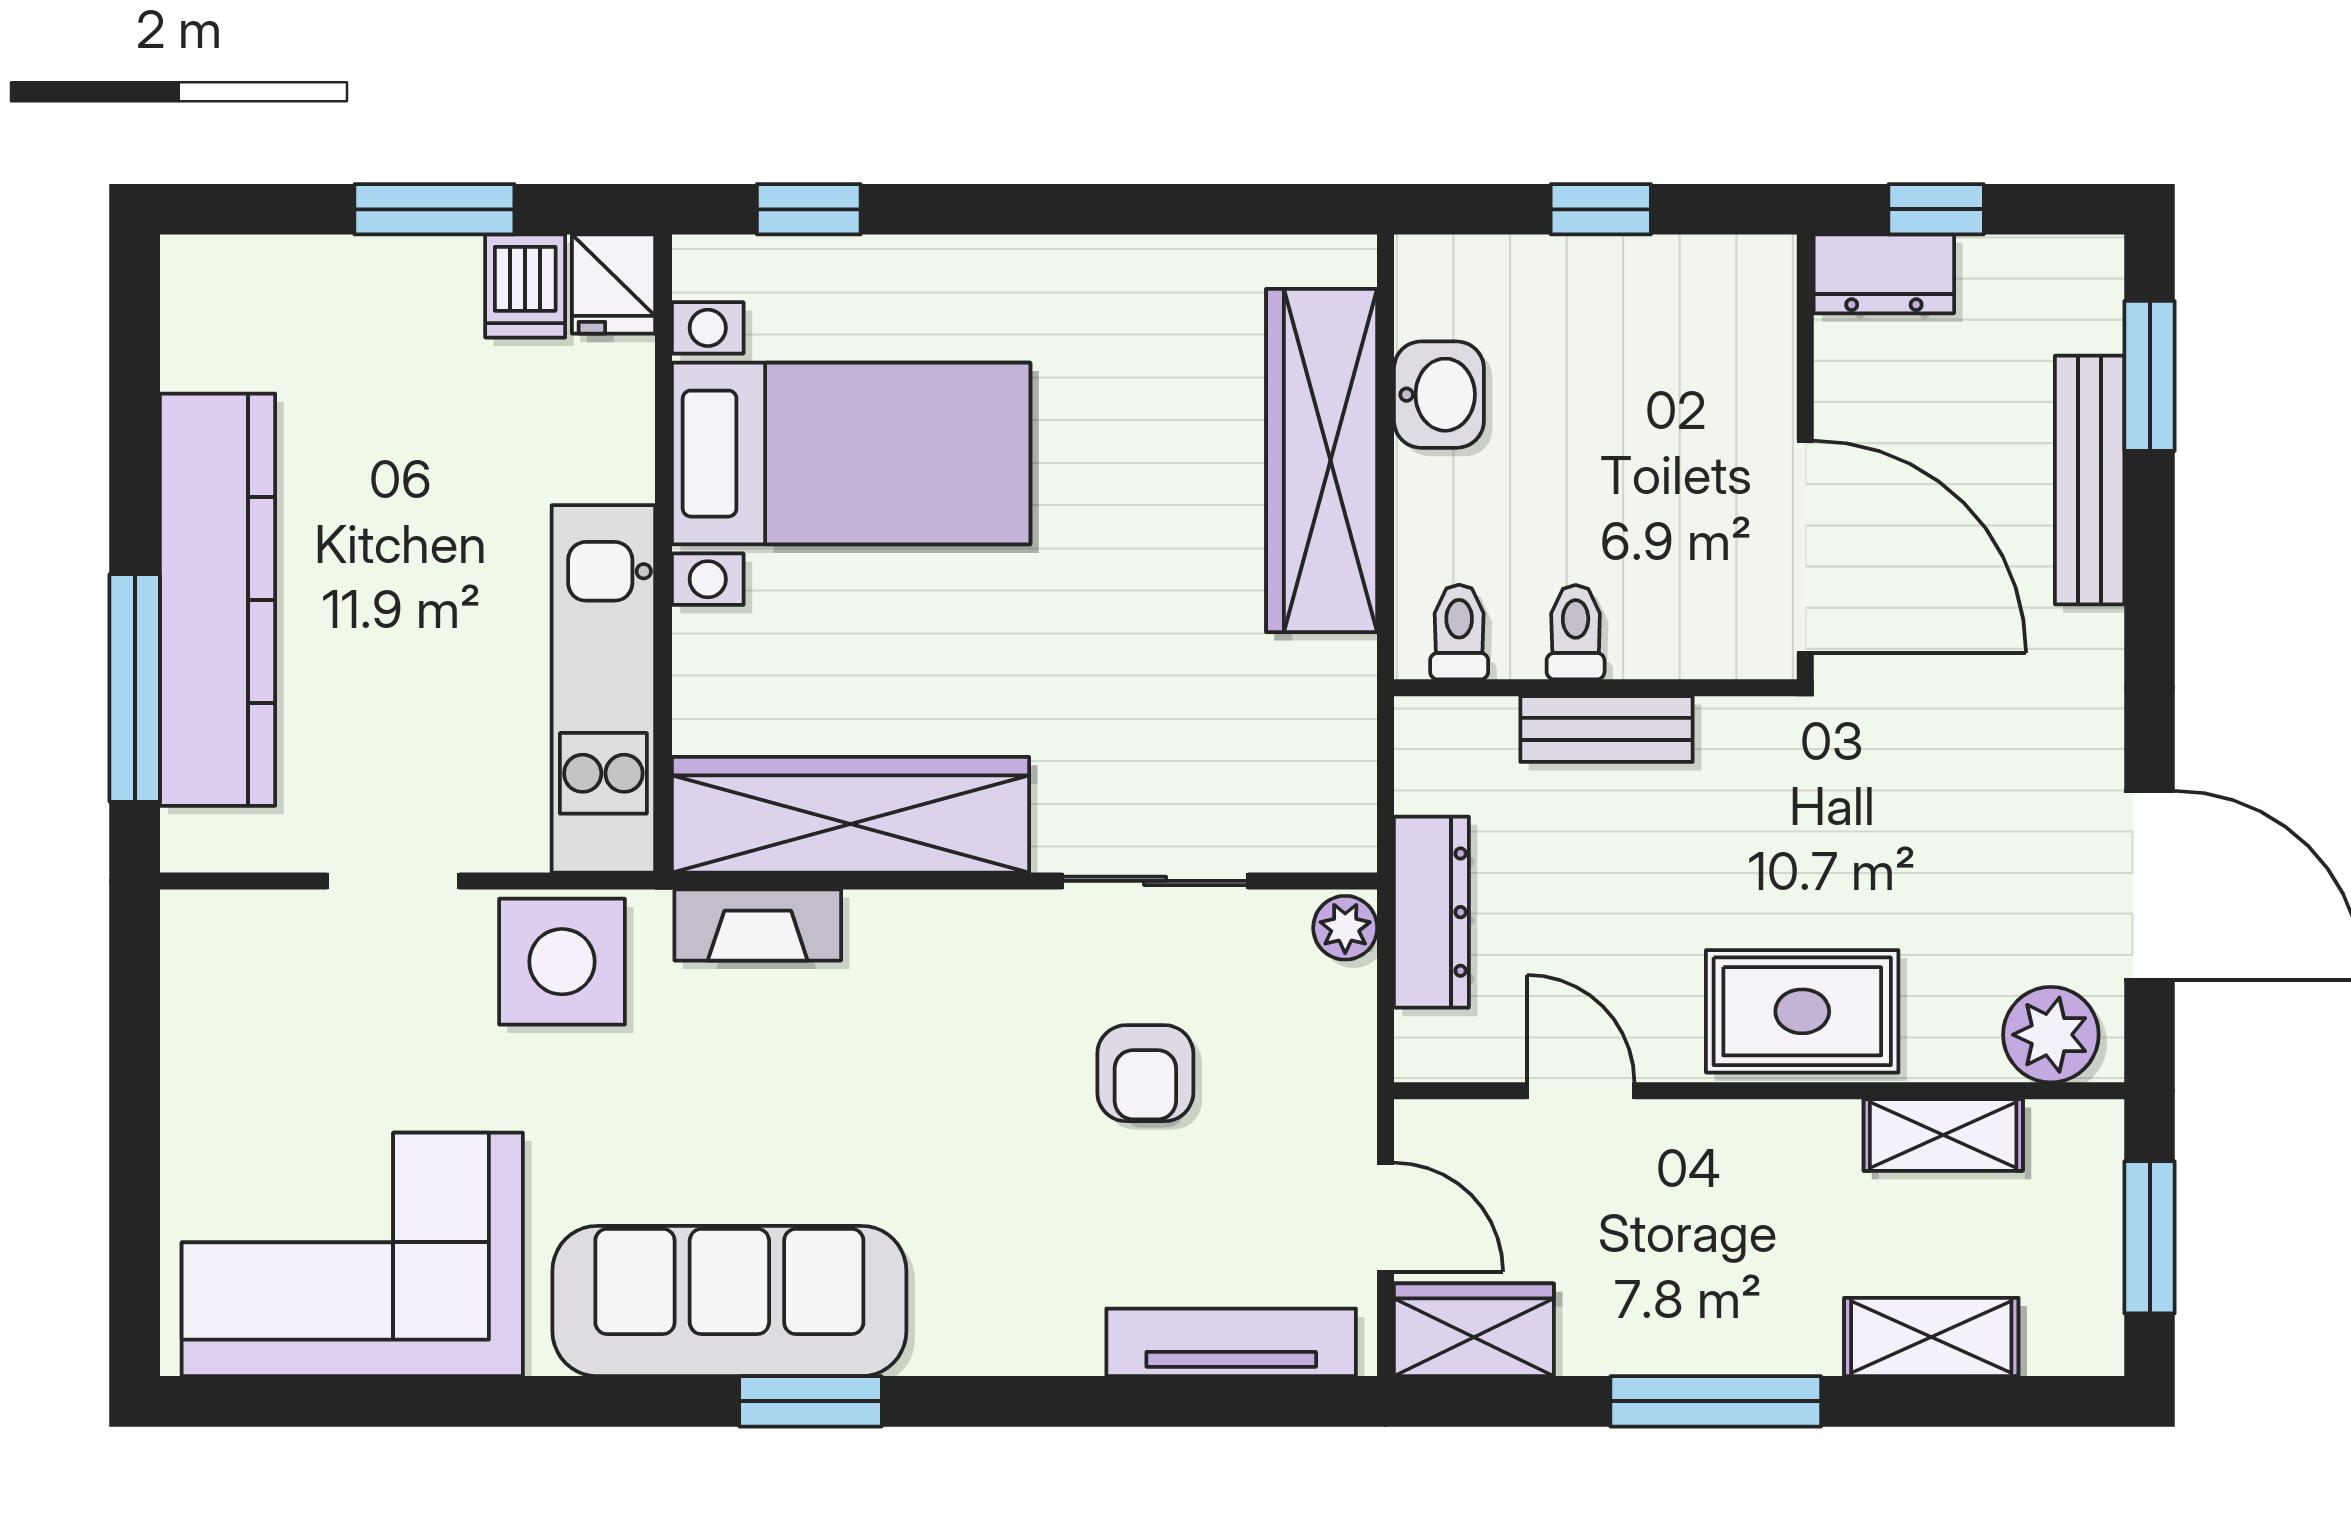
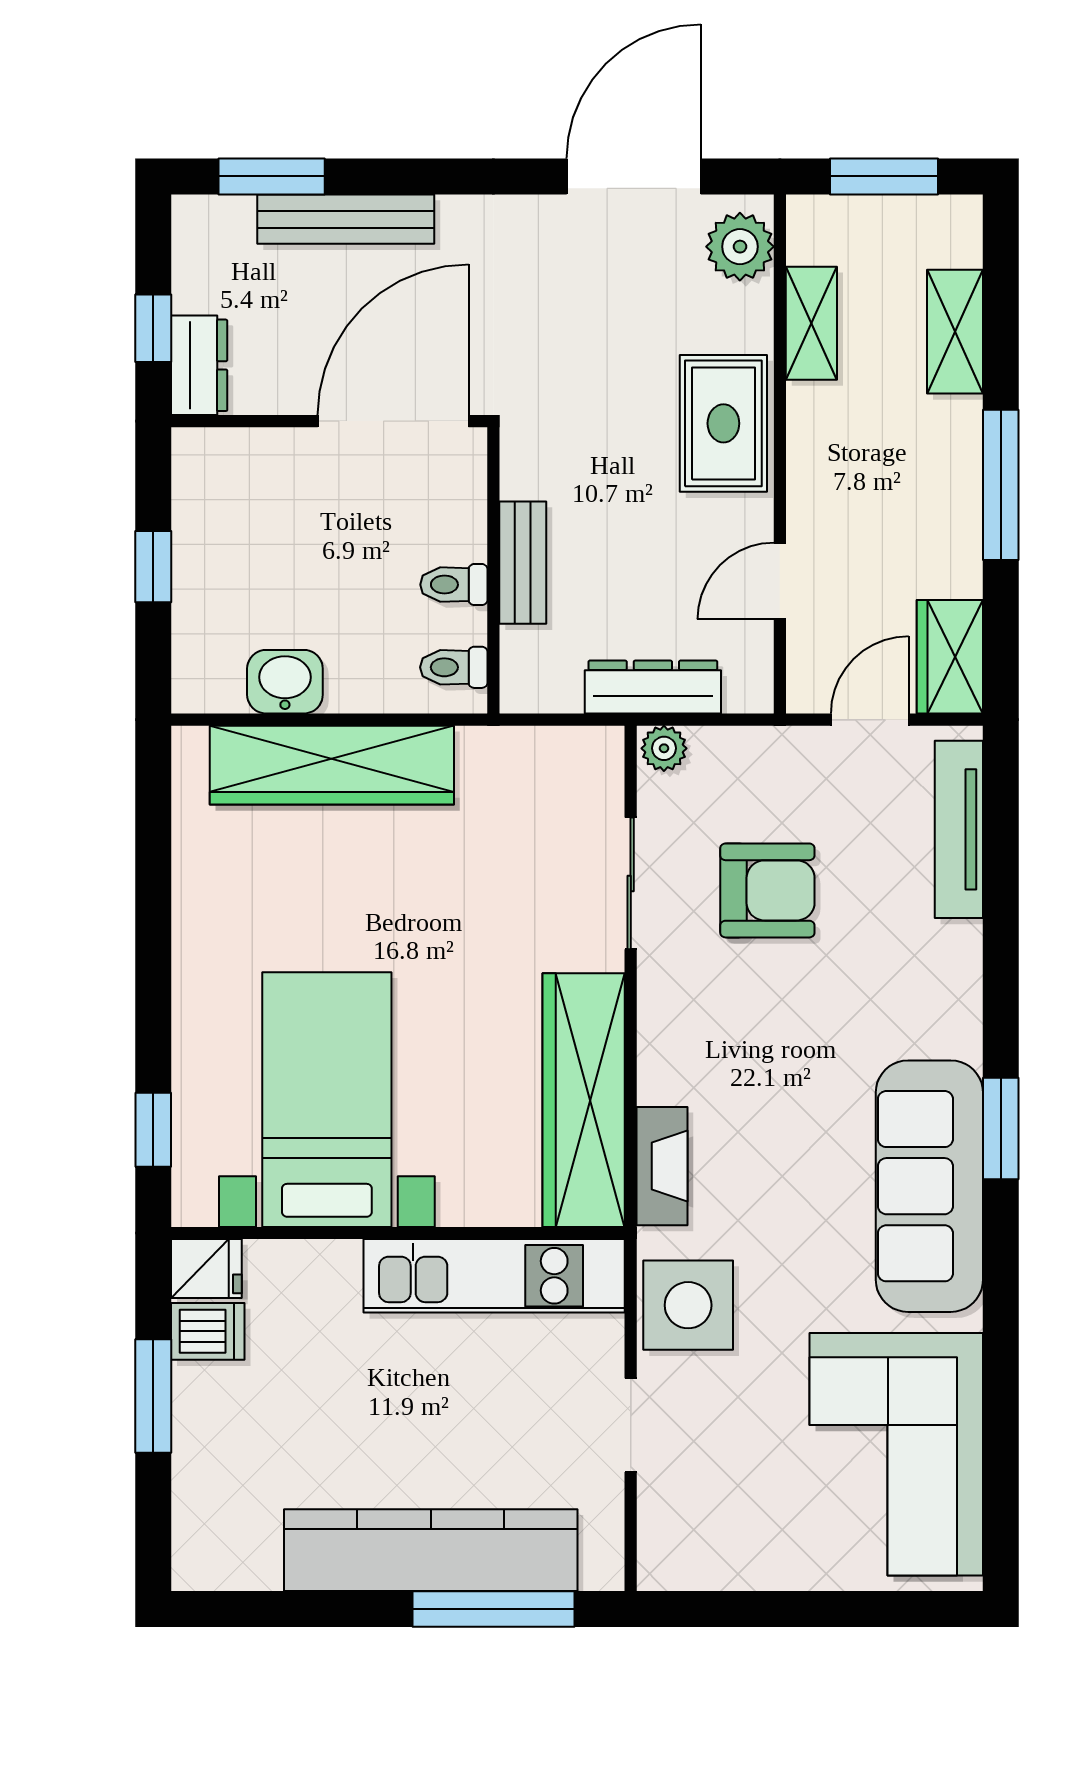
armchair: (1145, 1073) -> (767, 890), width x1.38, depth x1.38

